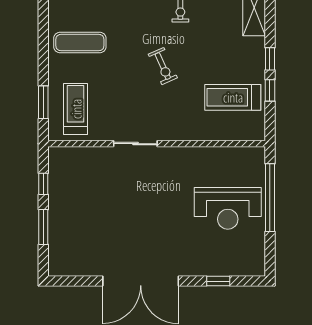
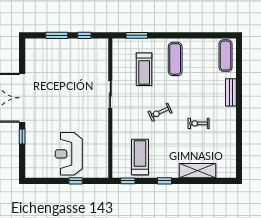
window: (270, 90) -> (128, 181), moved
treadmill: (76, 109) -> (144, 69), moved, turned 90
window: (270, 198) -> (76, 181), width x0.32
window: (218, 281) -> (22, 136), moved

